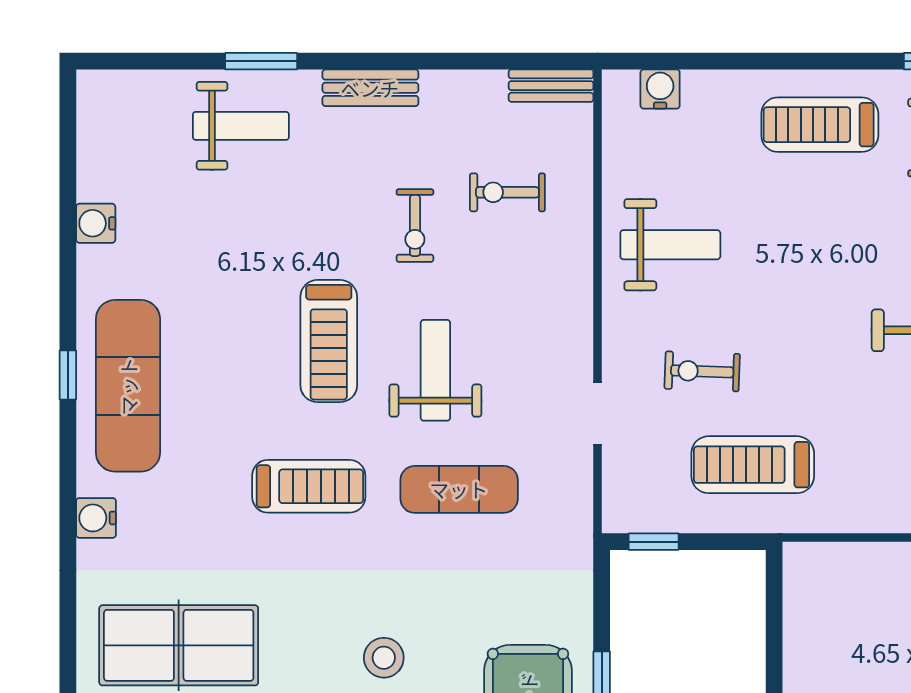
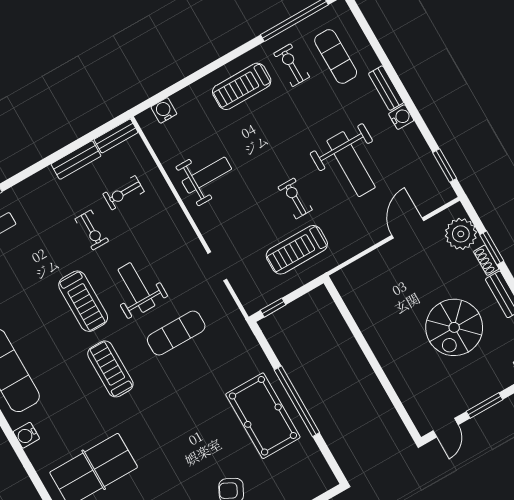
bench: (370, 88) -> (76, 160), moved
exercise bike: (702, 371) -> (295, 198), moved, turned 88
treadmill: (309, 486) -> (110, 369), turned -90
stool: (384, 658) -> (185, 424), removed

